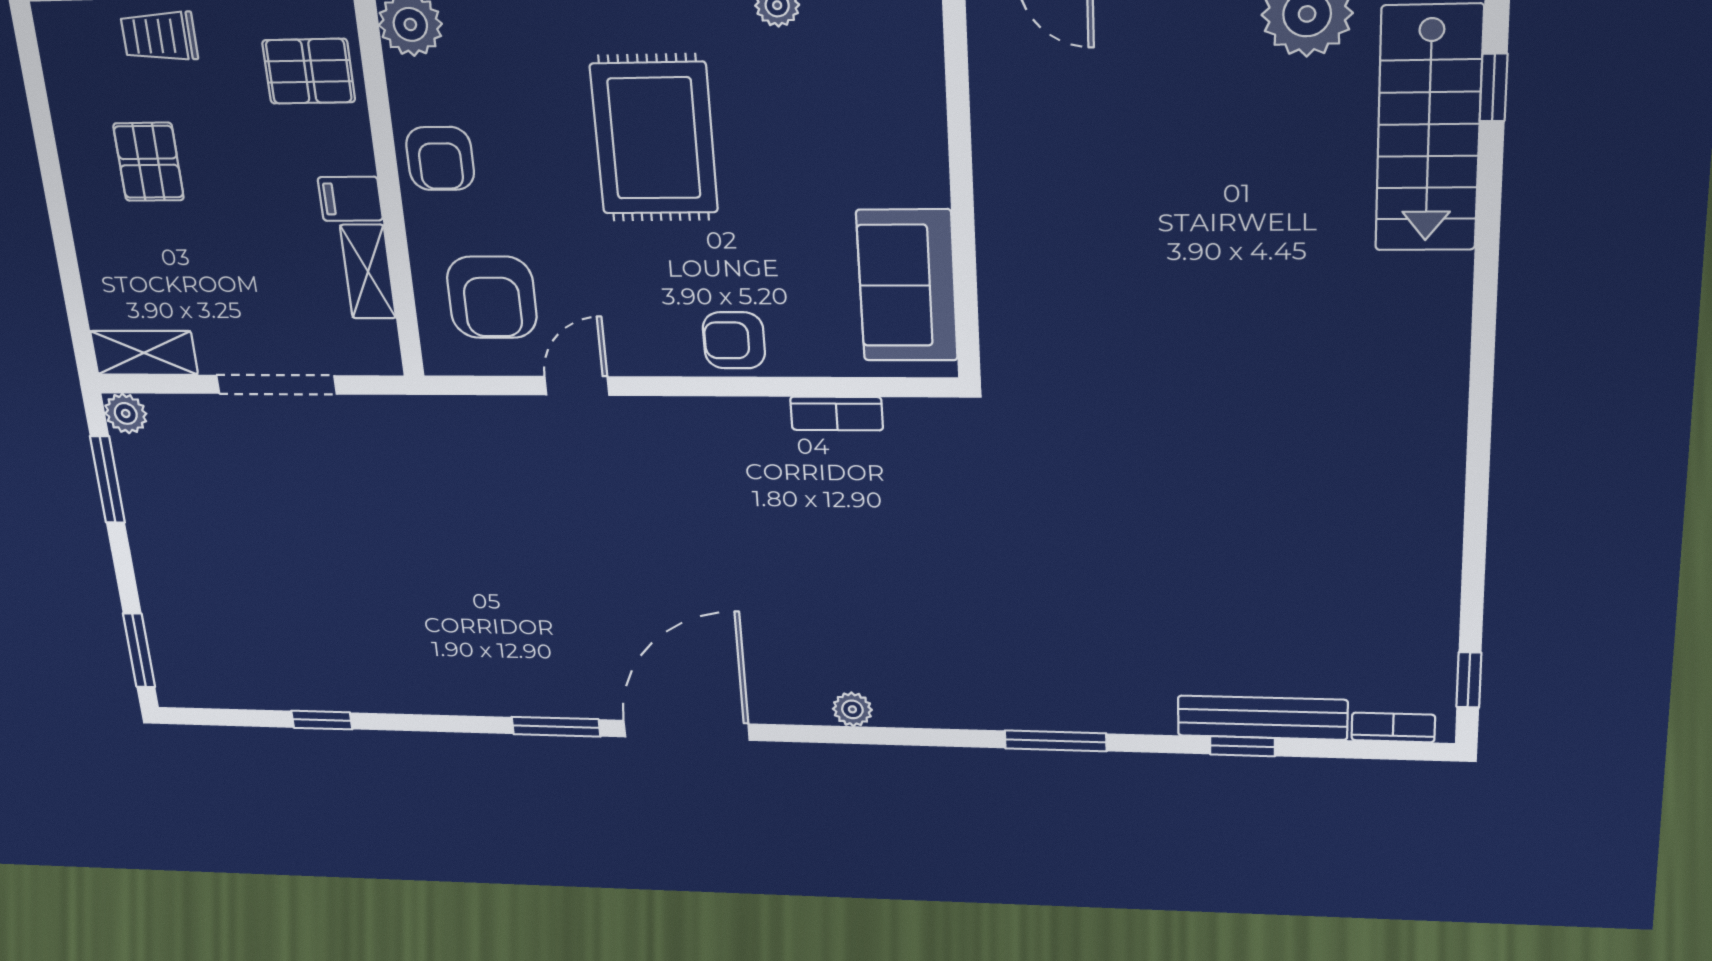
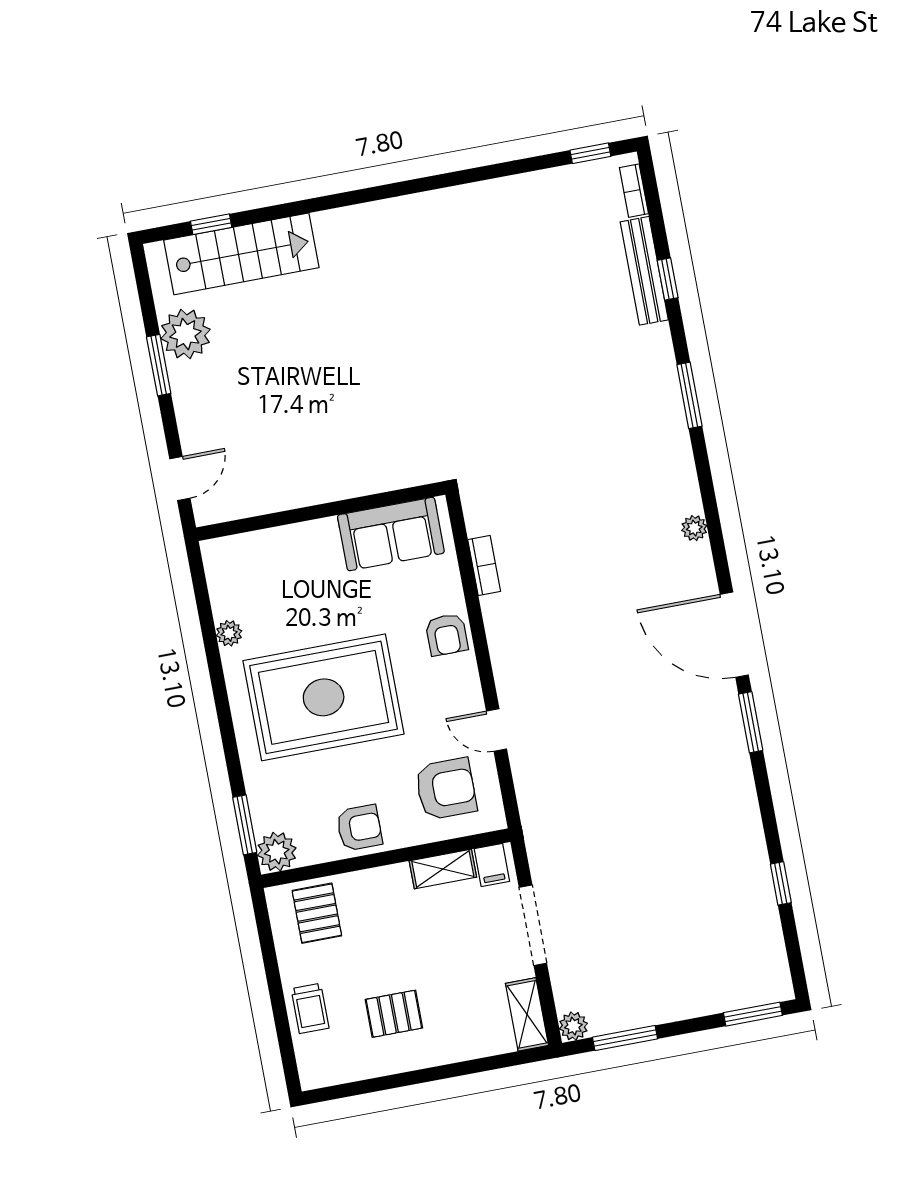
rug: (654, 138) -> (324, 697), width x1.37, depth x1.44
filing cabinet: (350, 199) -> (492, 865), moved

